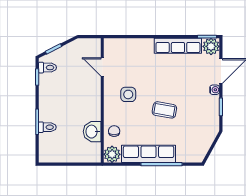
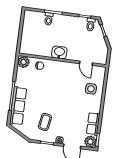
row of seats: (178, 46) -> (93, 124), width x0.68
door: (102, 67) -> (86, 63), swing flipped
side table: (128, 94) -> (91, 89), moved
coffee table: (164, 110) -> (45, 122), moved
washbasin: (92, 132) -> (59, 52), moved
row of seats: (149, 154) -> (18, 106), moved

